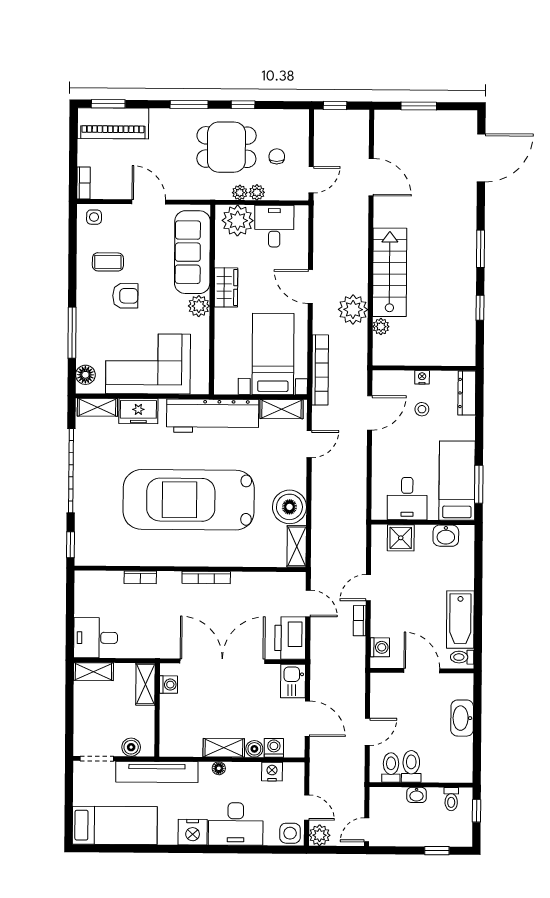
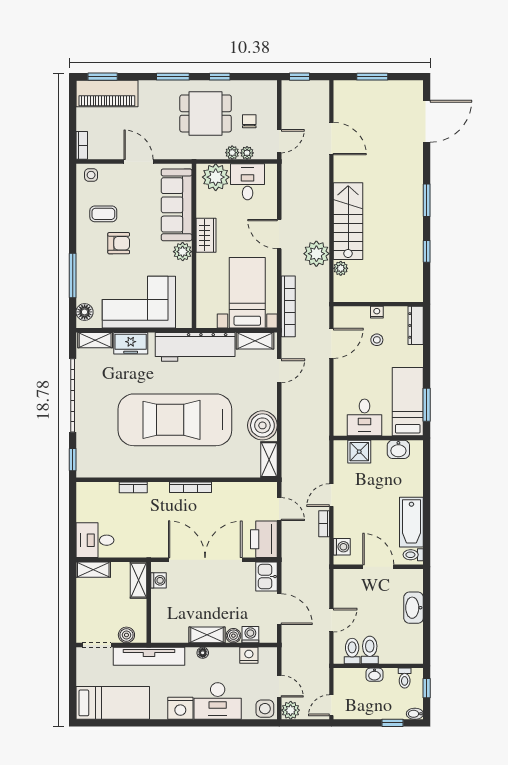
plant: (240, 193) -> (247, 153), moved
bidet: (463, 840) -> (415, 714), added

